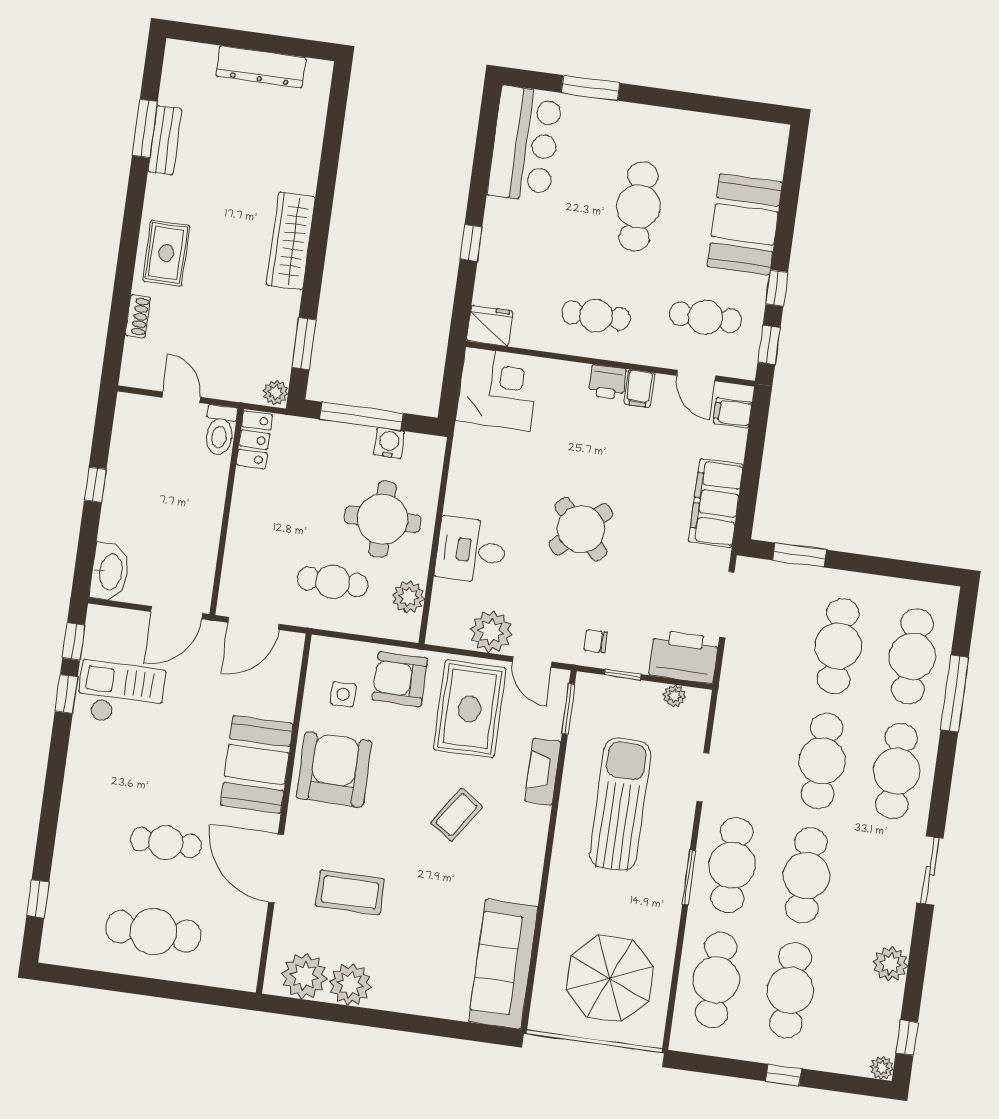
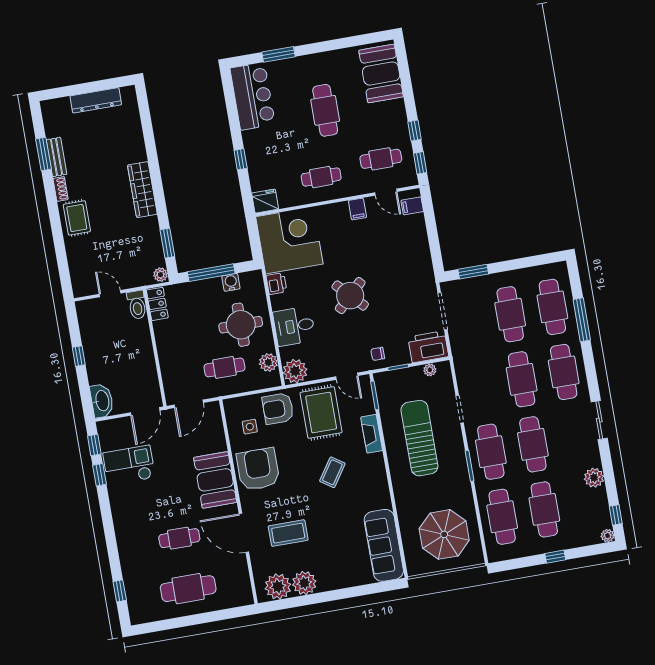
booth: (745, 224) -> (381, 74), moved
shoe rack: (138, 316) -> (61, 189), moved
printer: (607, 382) -> (276, 284), moved, turned -90
corner desk: (498, 389) -> (289, 240), width x1.36, depth x1.36
filing cabinet: (716, 503) -> (419, 258), removed
plant: (491, 632) -> (295, 371), moved

